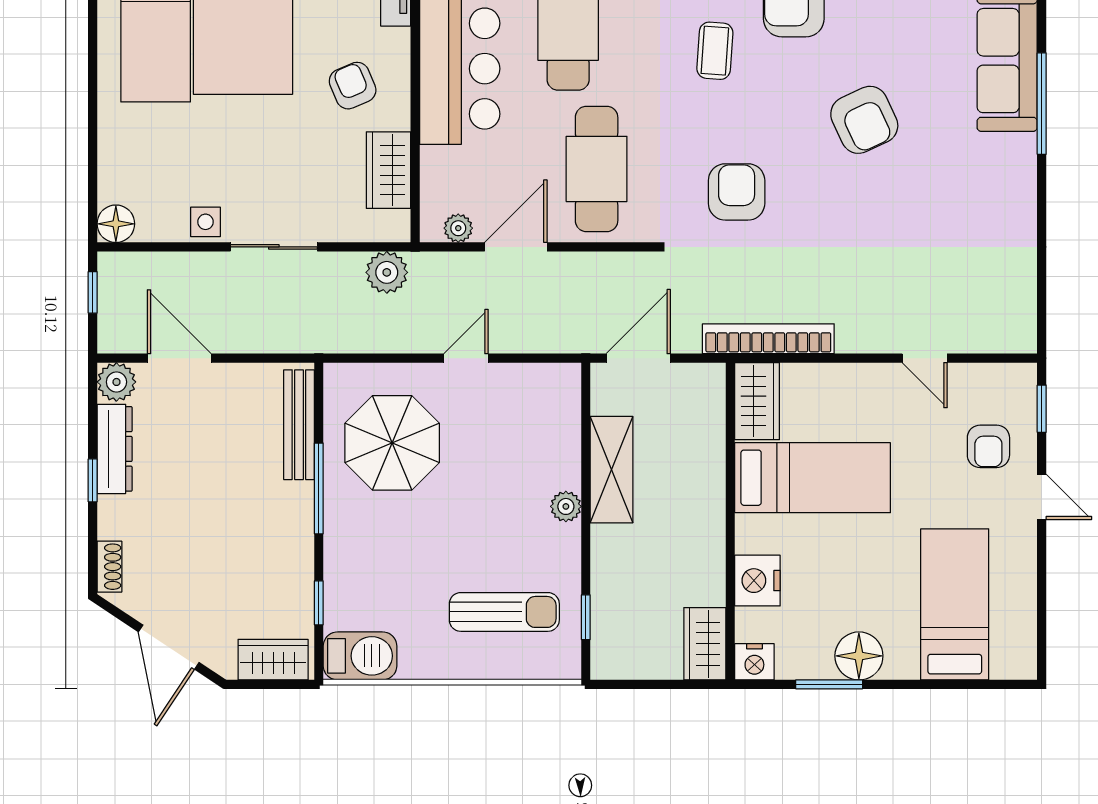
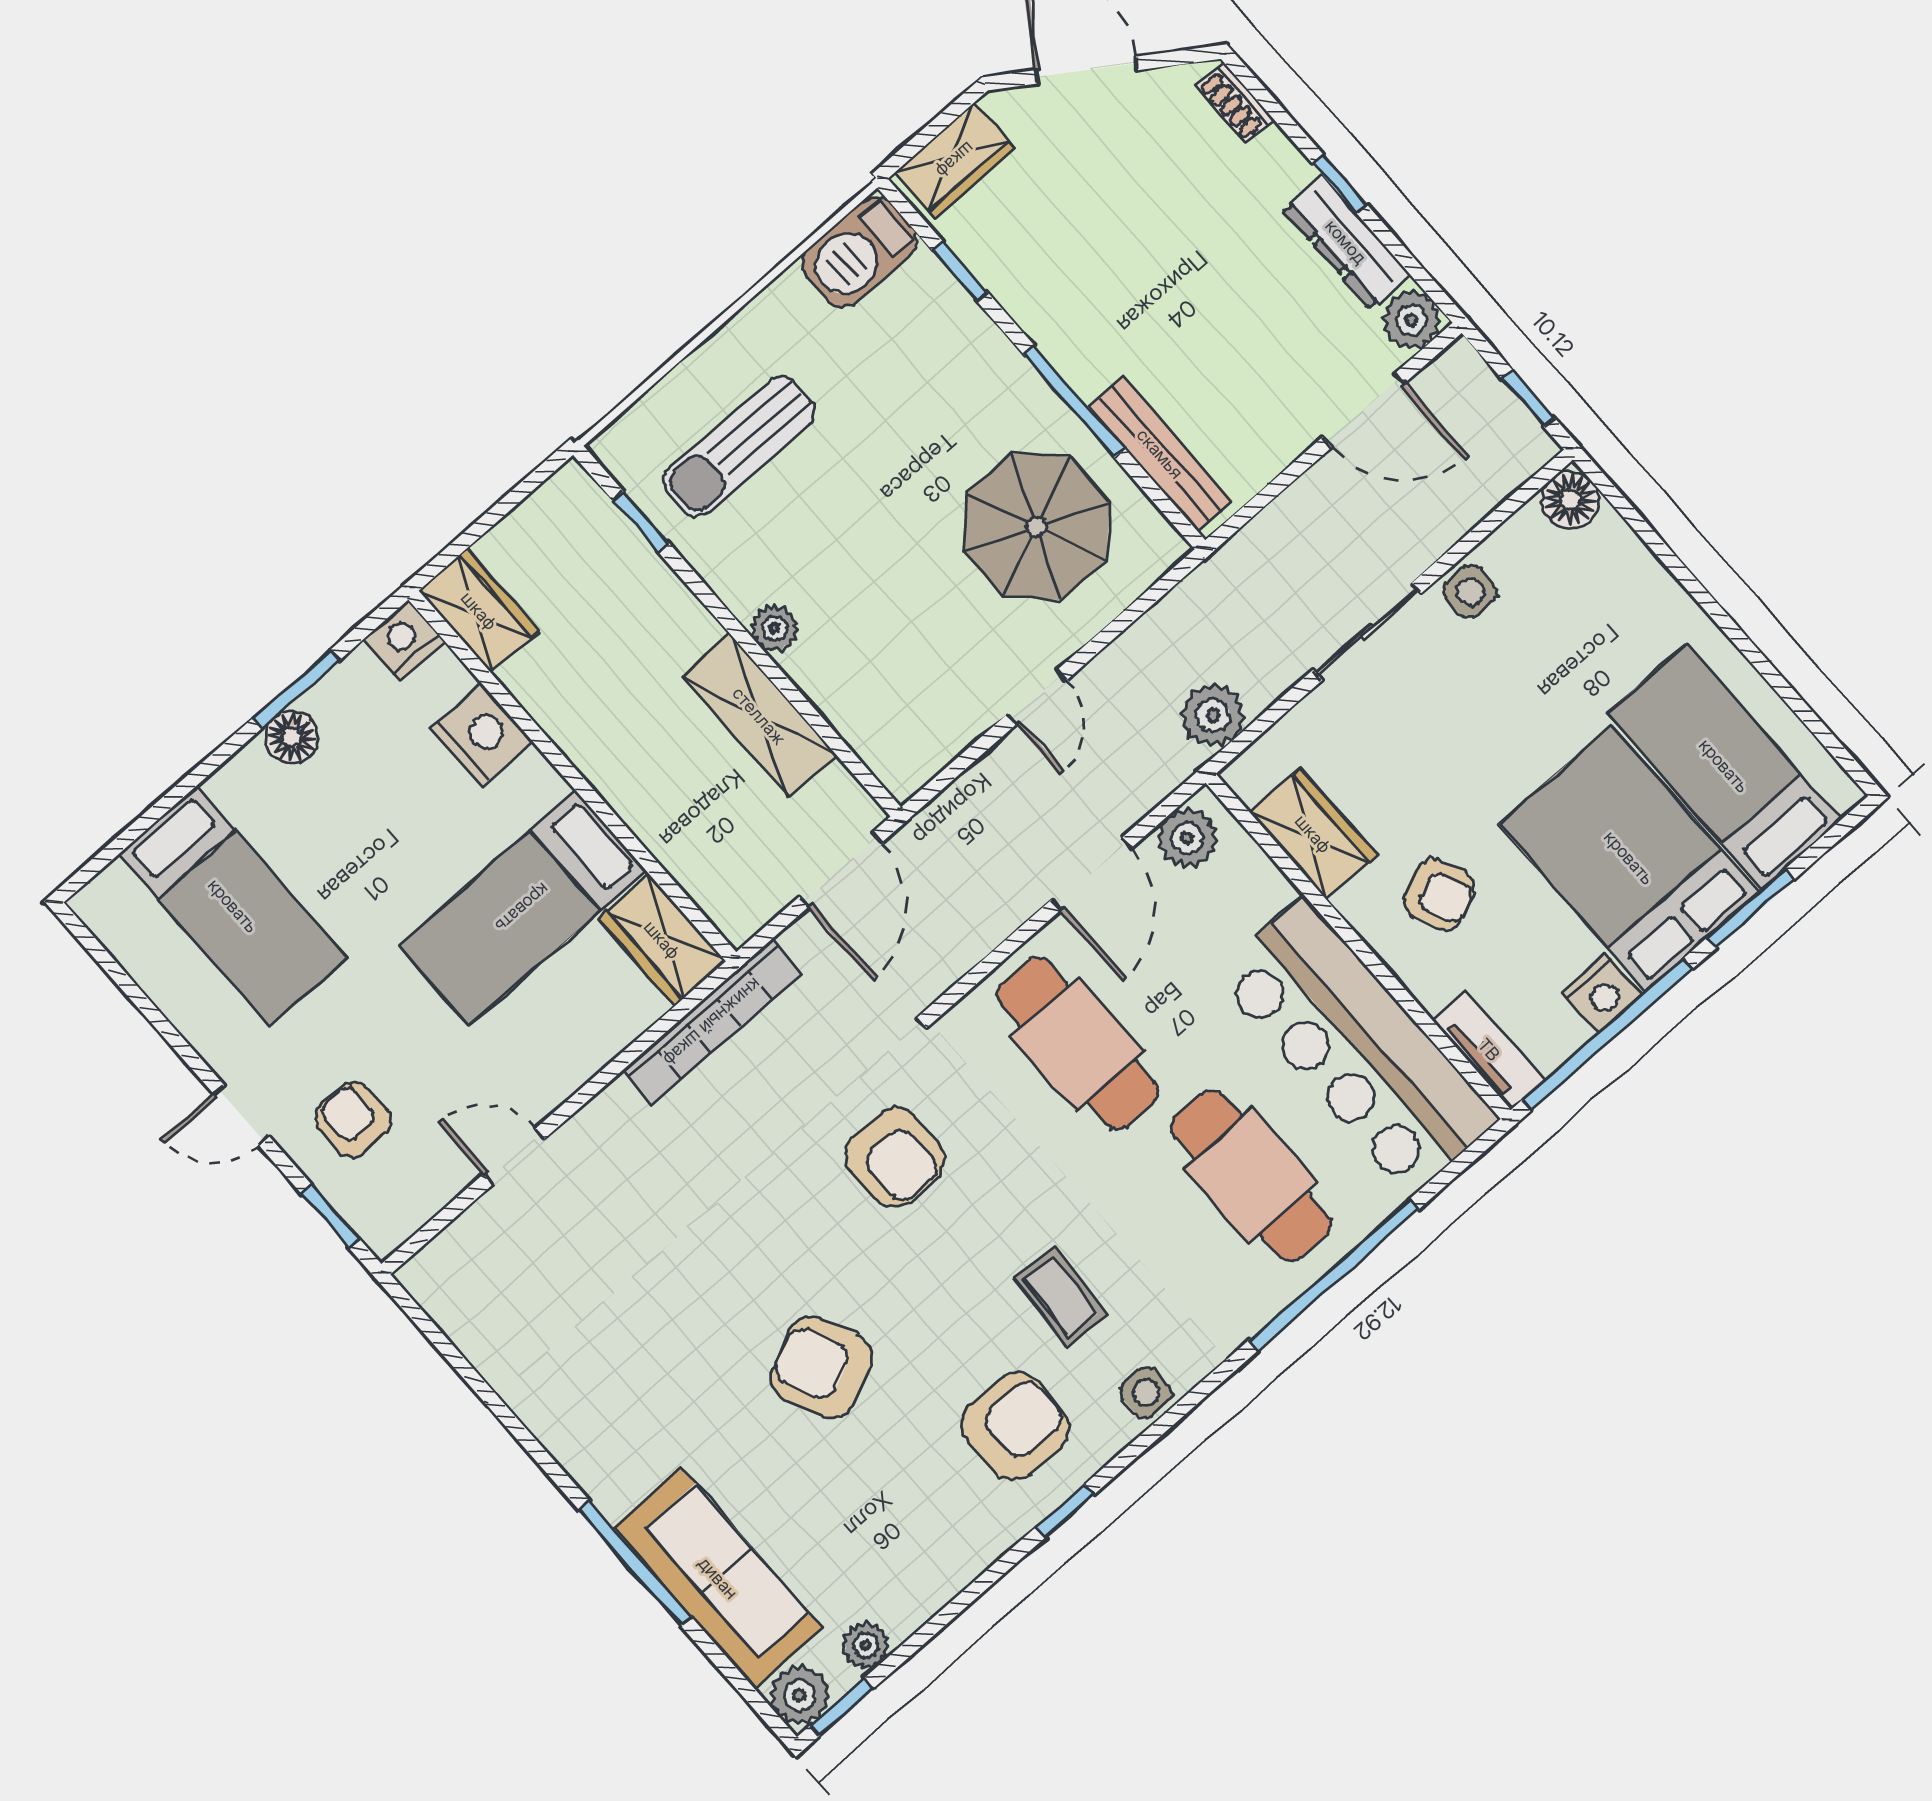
plant: (458, 228) -> (1187, 838), width x1.38, depth x1.38
floor lamp: (859, 656) -> (292, 737), width x0.73, depth x0.73

